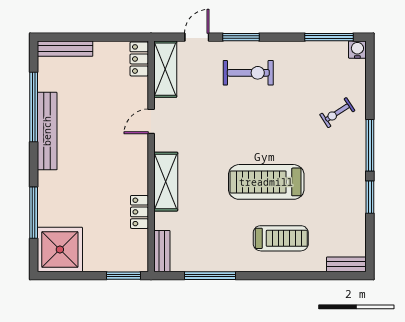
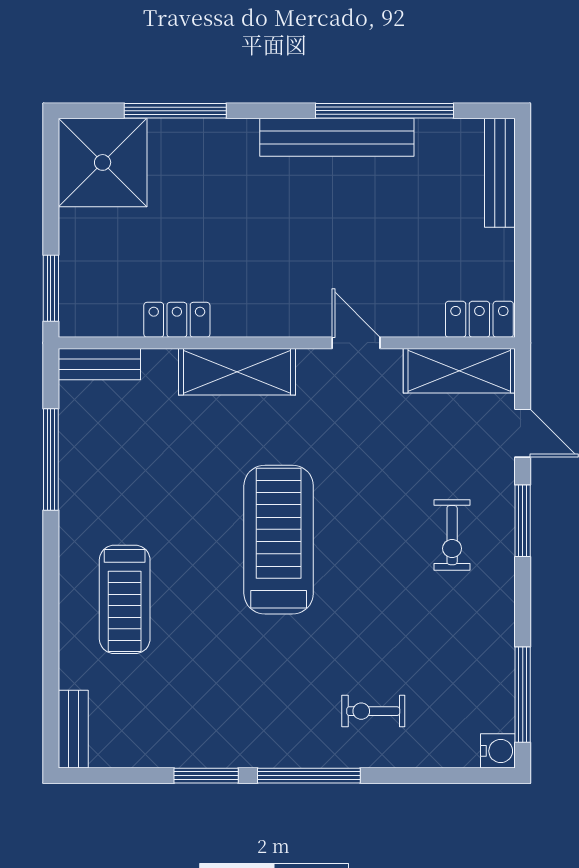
exercise bike: (248, 73) -> (452, 535), width x0.73, depth x0.72
exercise bike: (337, 113) -> (373, 711), turned -57
treadmill: (266, 182) -> (279, 540), moved

